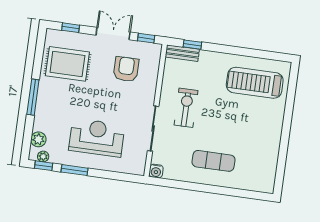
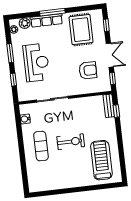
row of seats: (42, 108) -> (47, 20), added
exercise bike: (186, 108) -> (71, 142), moved
window: (44, 166) -> (13, 80), moved
water cooler: (156, 171) -> (25, 119), moved

